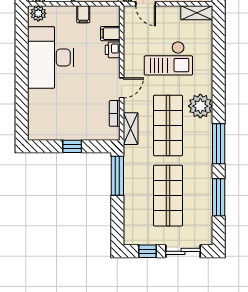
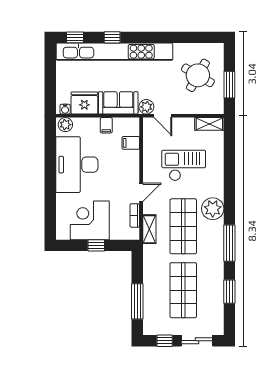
printer: (113, 50) -> (133, 158), removed
checkout: (168, 58) -> (184, 165), turned 180
corner desk: (65, 119) -> (90, 220), added
window: (117, 176) -> (137, 301), moved
window: (219, 197) -> (229, 292), width x0.69

